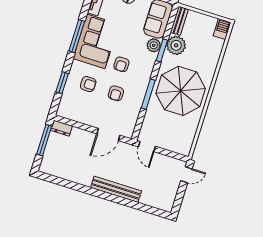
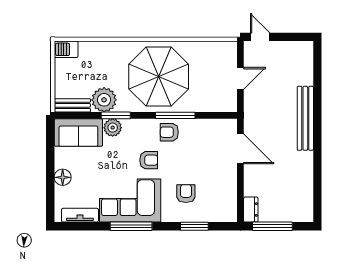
armchair: (116, 93) -> (169, 132), moved, turned 180
door: (147, 146) -> (240, 78), moved

